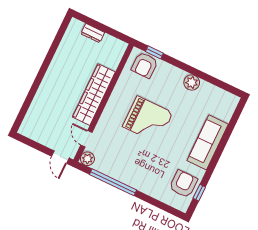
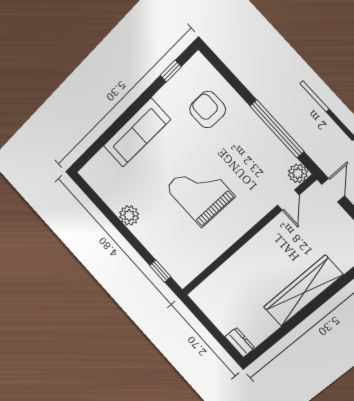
dresser: (93, 33) -> (240, 342), moved
armchair: (145, 65) -> (178, 261), removed
wardrobe: (94, 95) -> (303, 291), moved, turned 180
armchair: (183, 184) -> (208, 109), moved, turned 90

